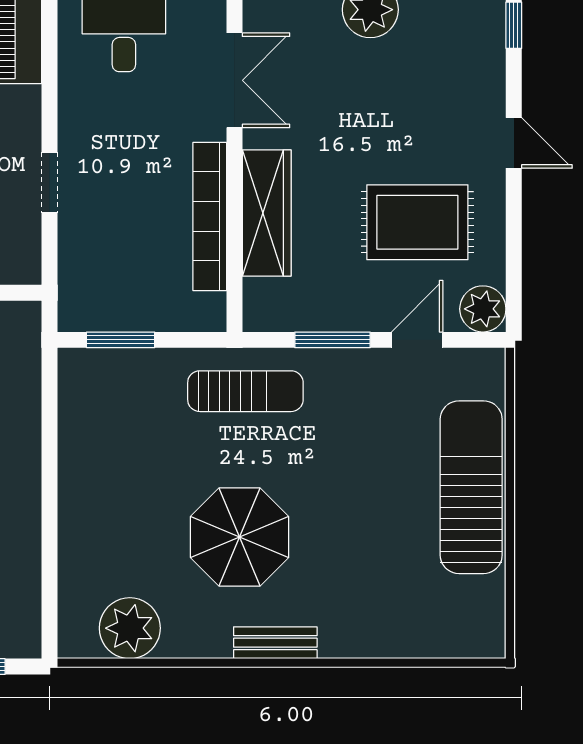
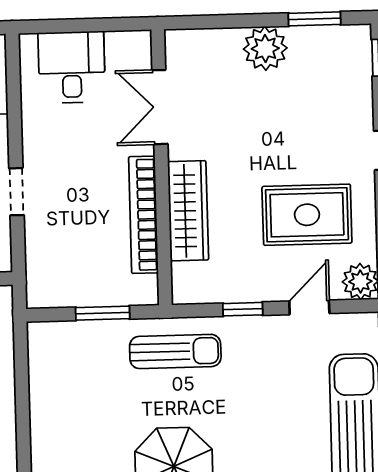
double door: (234, 80) -> (160, 107), swing flipped
window: (121, 340) -> (103, 313), moved
window: (333, 340) -> (243, 309), width x0.67

